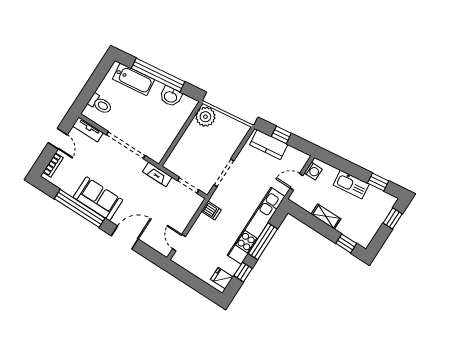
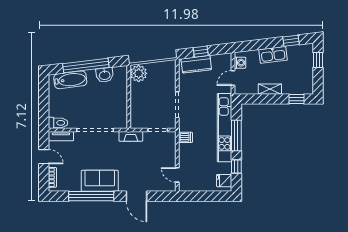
toilet: (100, 104) -> (58, 123), moved
door: (125, 237) -> (136, 196), swing flipped

